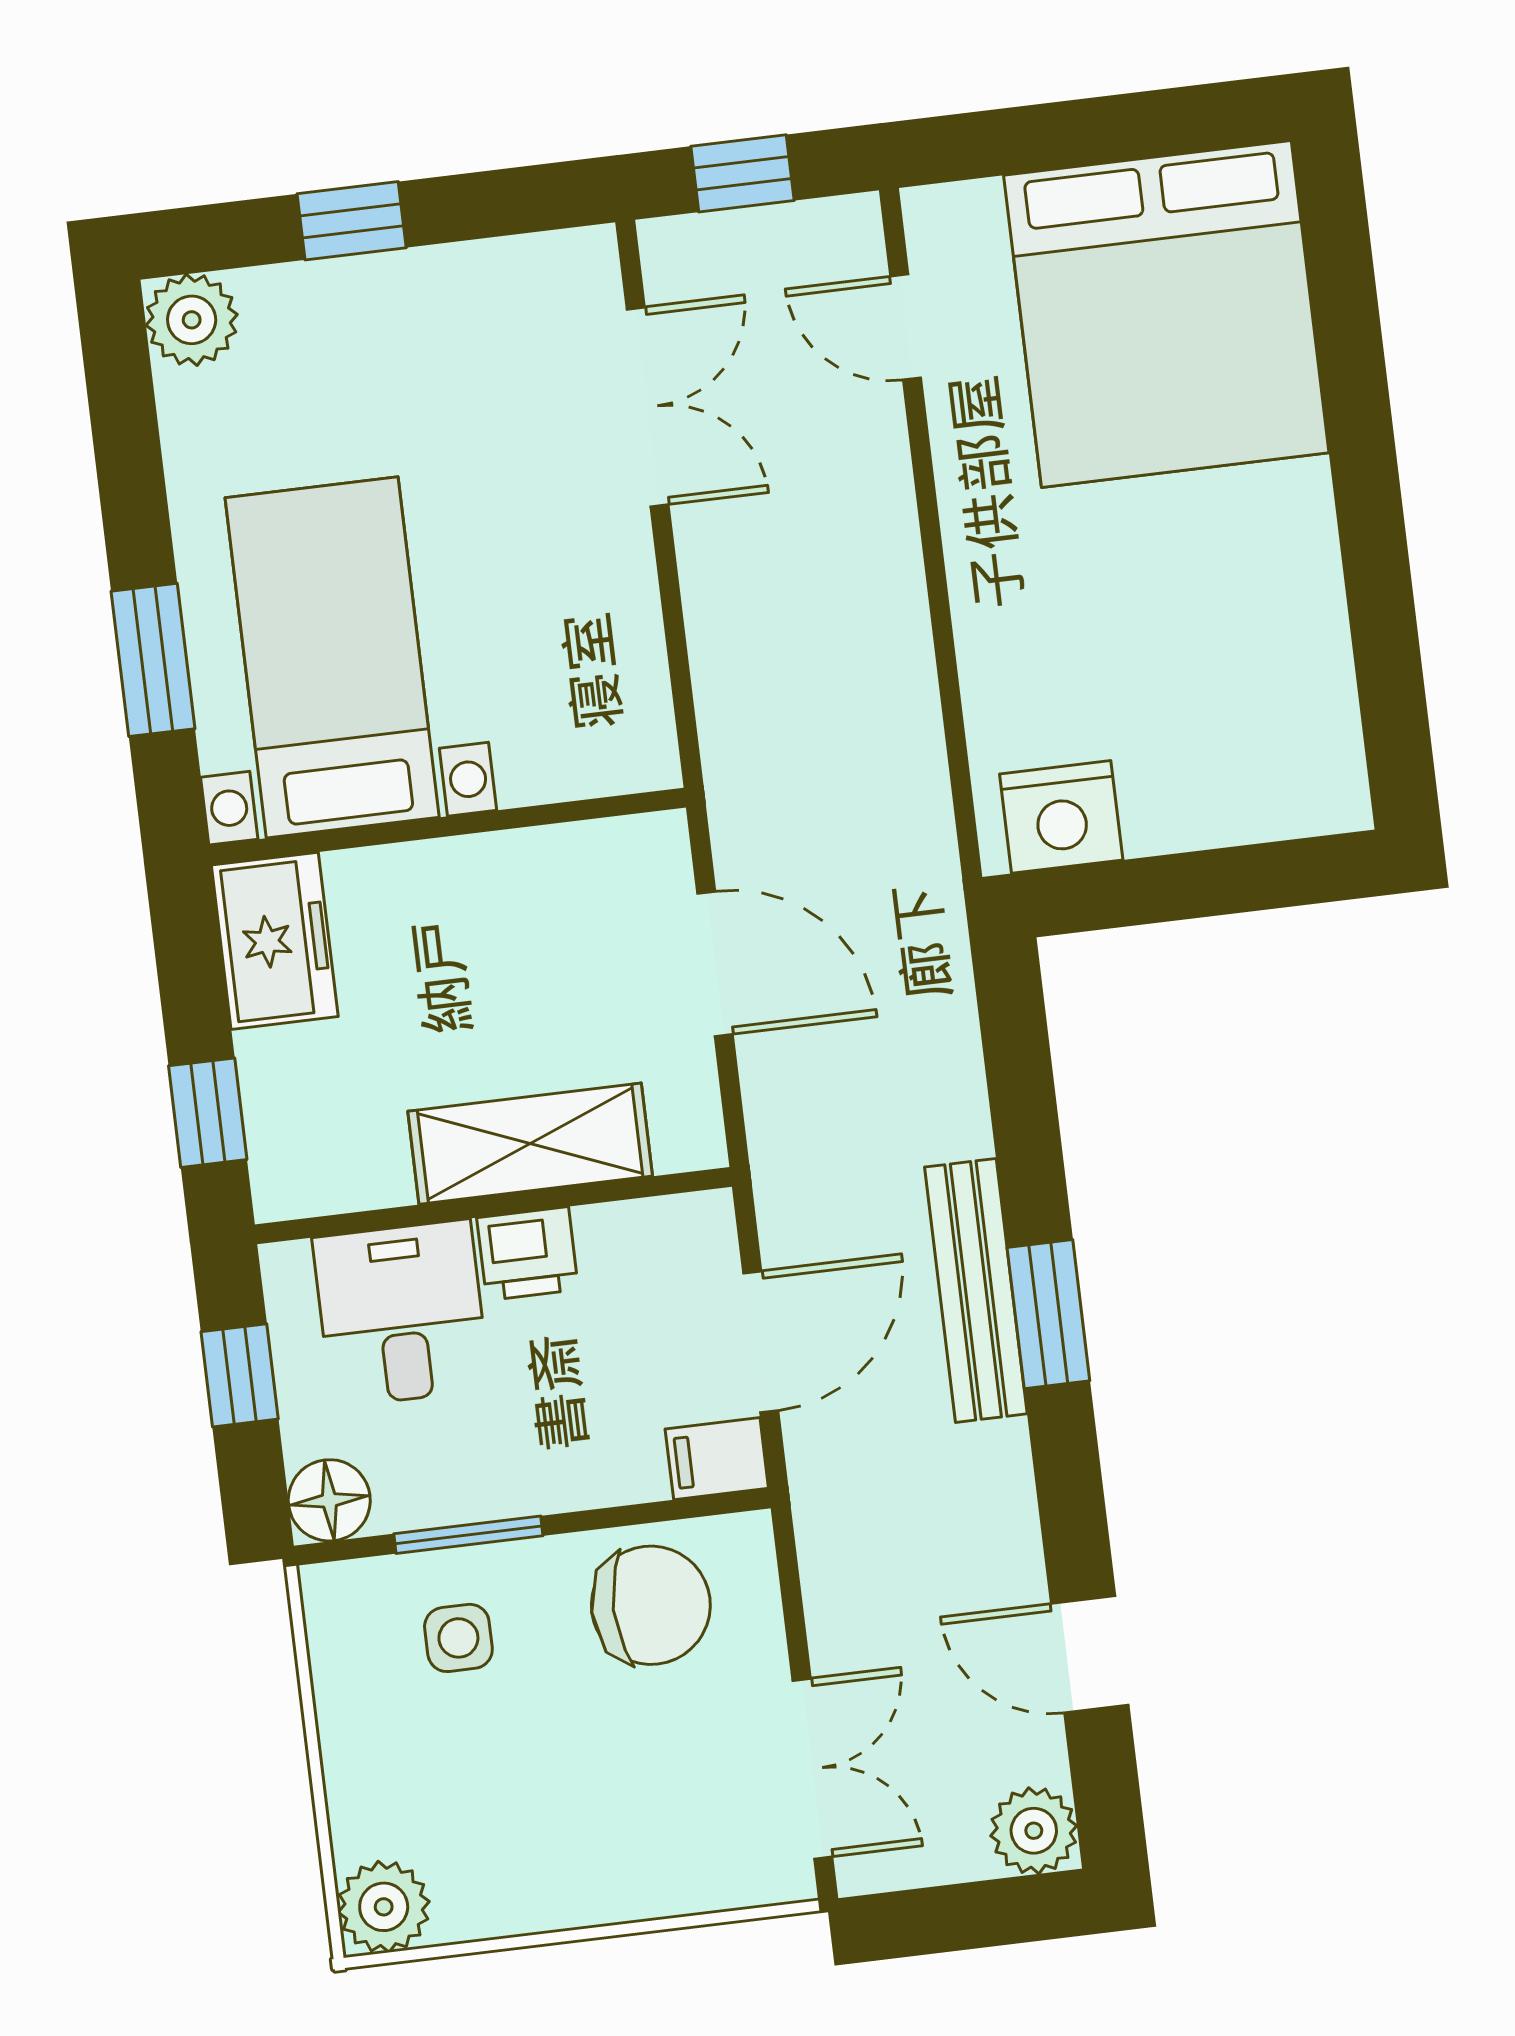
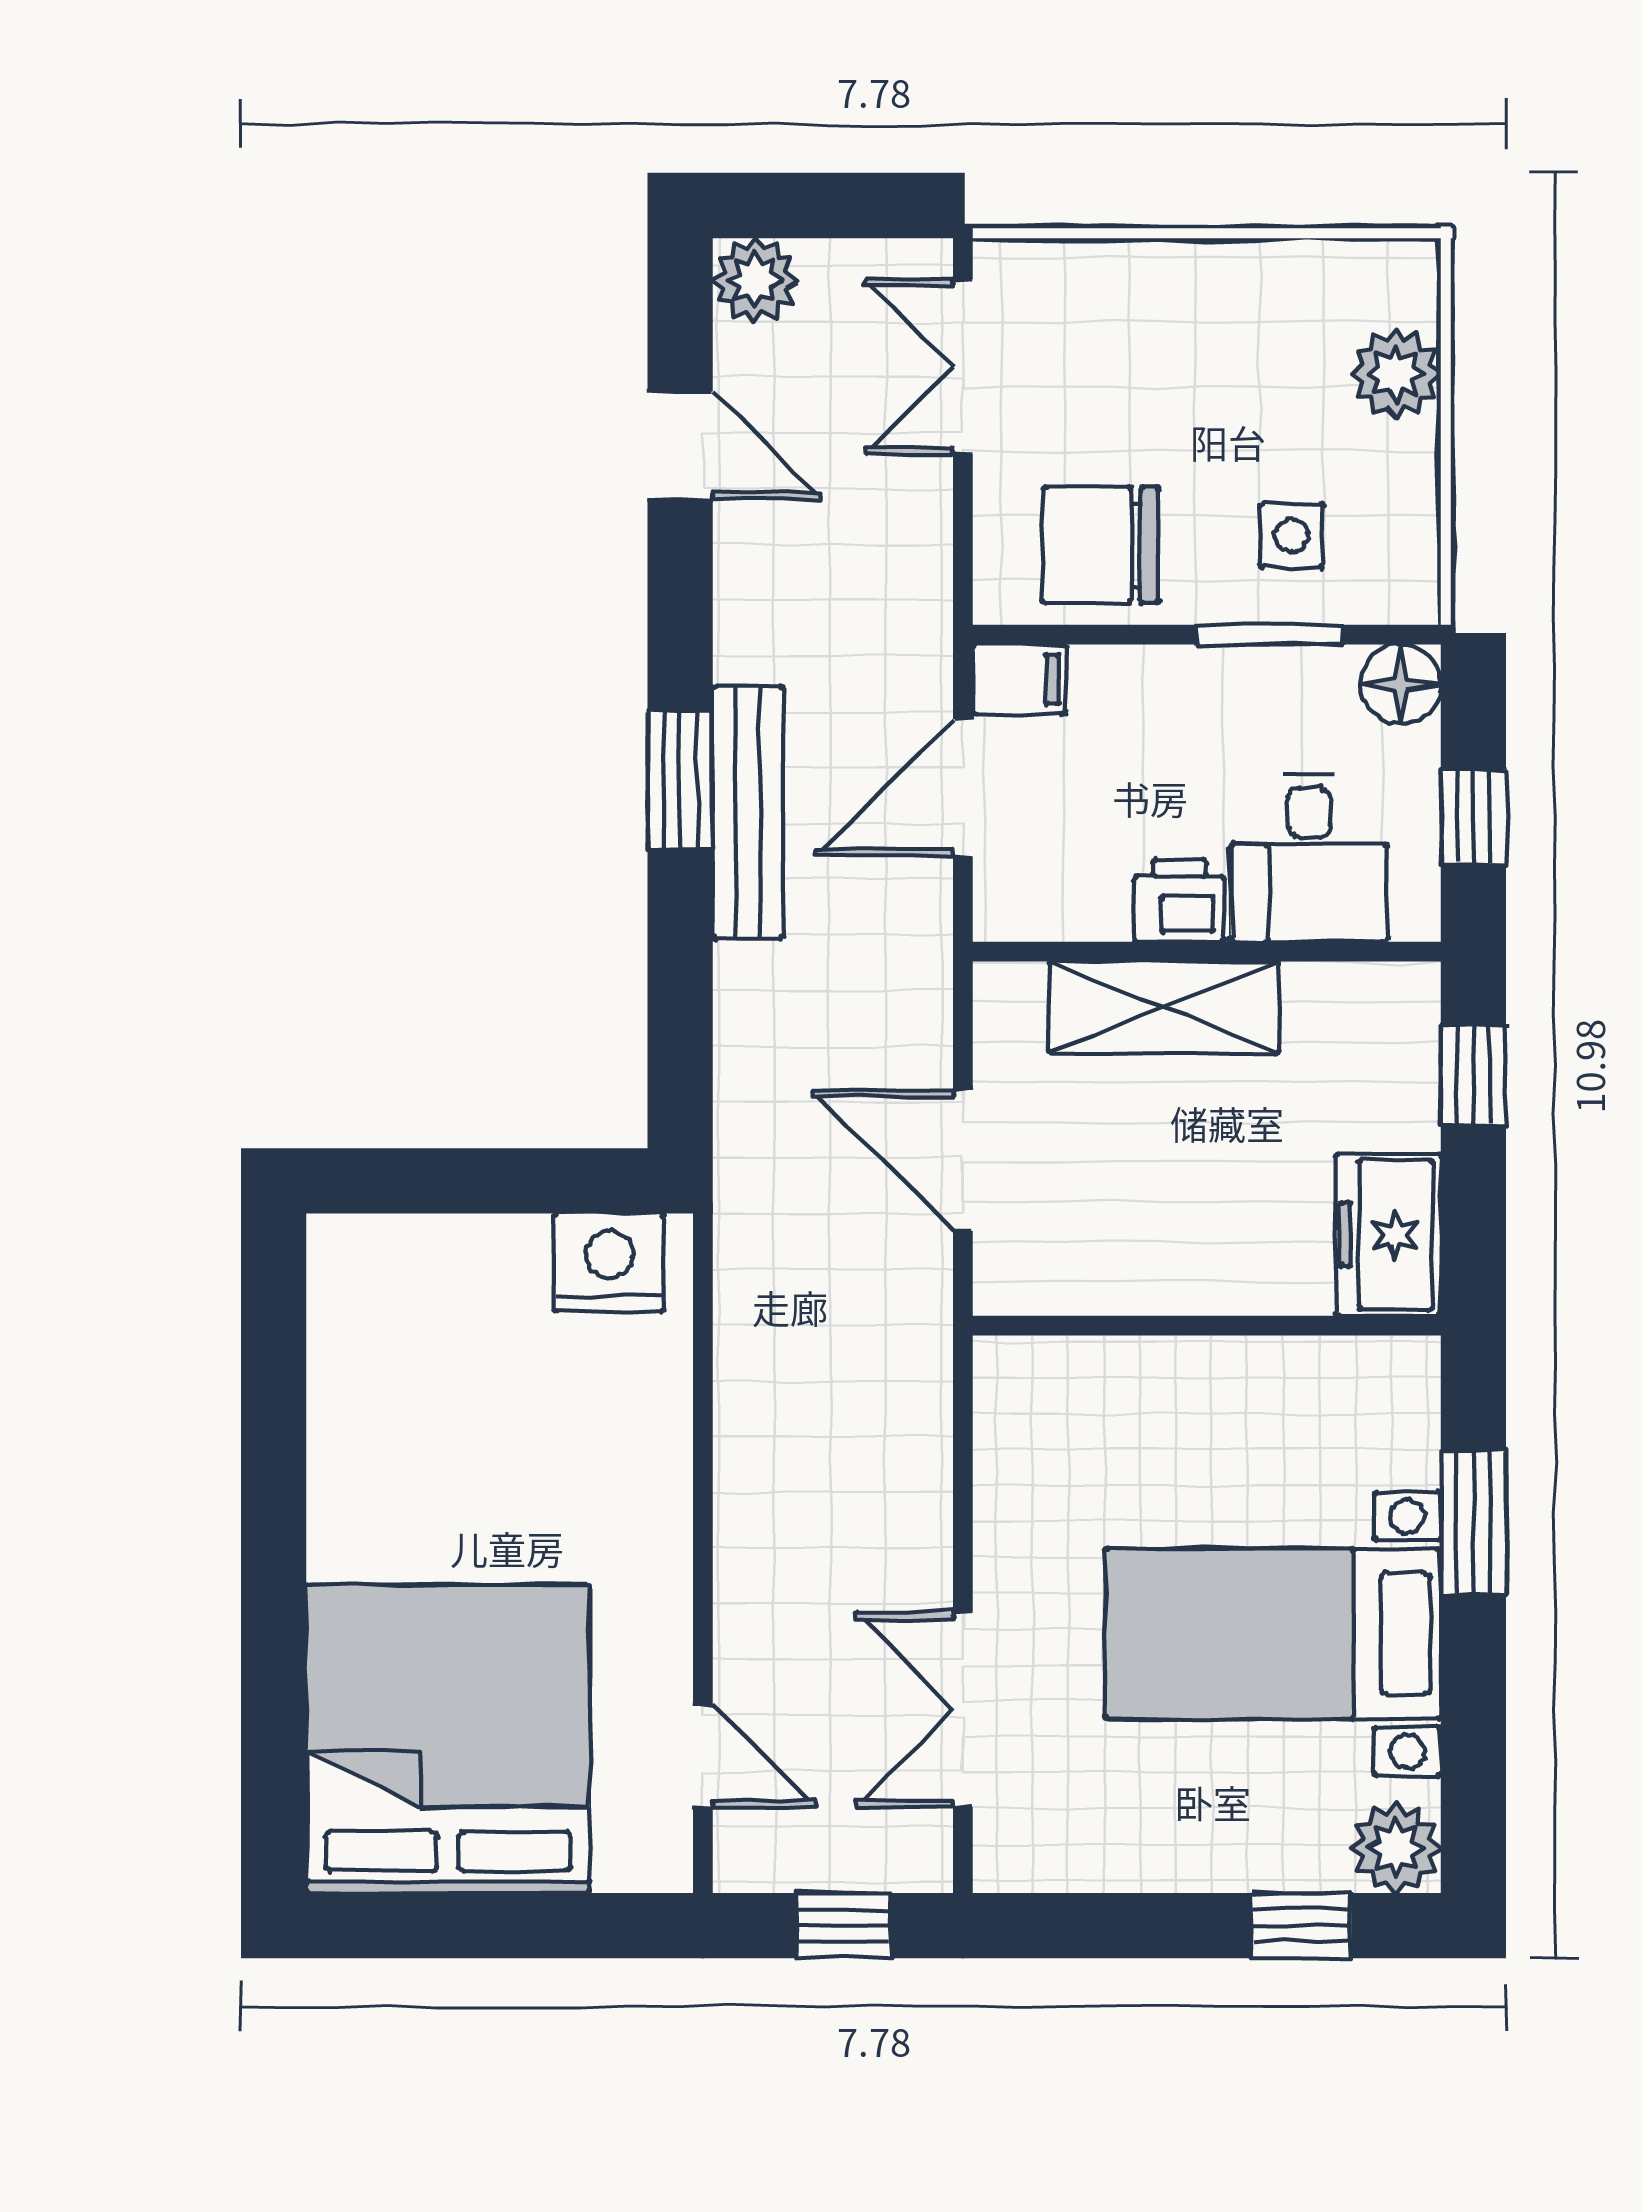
window: (352, 221) -> (1301, 1926), moved
bed with nightstands: (332, 657) -> (1273, 1634), moved, turned 90
plant: (384, 1907) -> (1396, 374), moved

